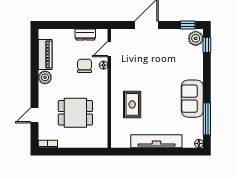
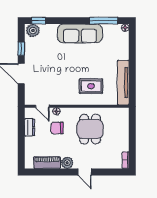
window: (188, 25) -> (21, 49), moved
sofa: (192, 99) -> (80, 33), width x1.36
dining table: (75, 113) -> (90, 129), moved
door: (34, 115) -> (85, 172), moved
tv unit: (156, 141) -> (123, 83), moved

